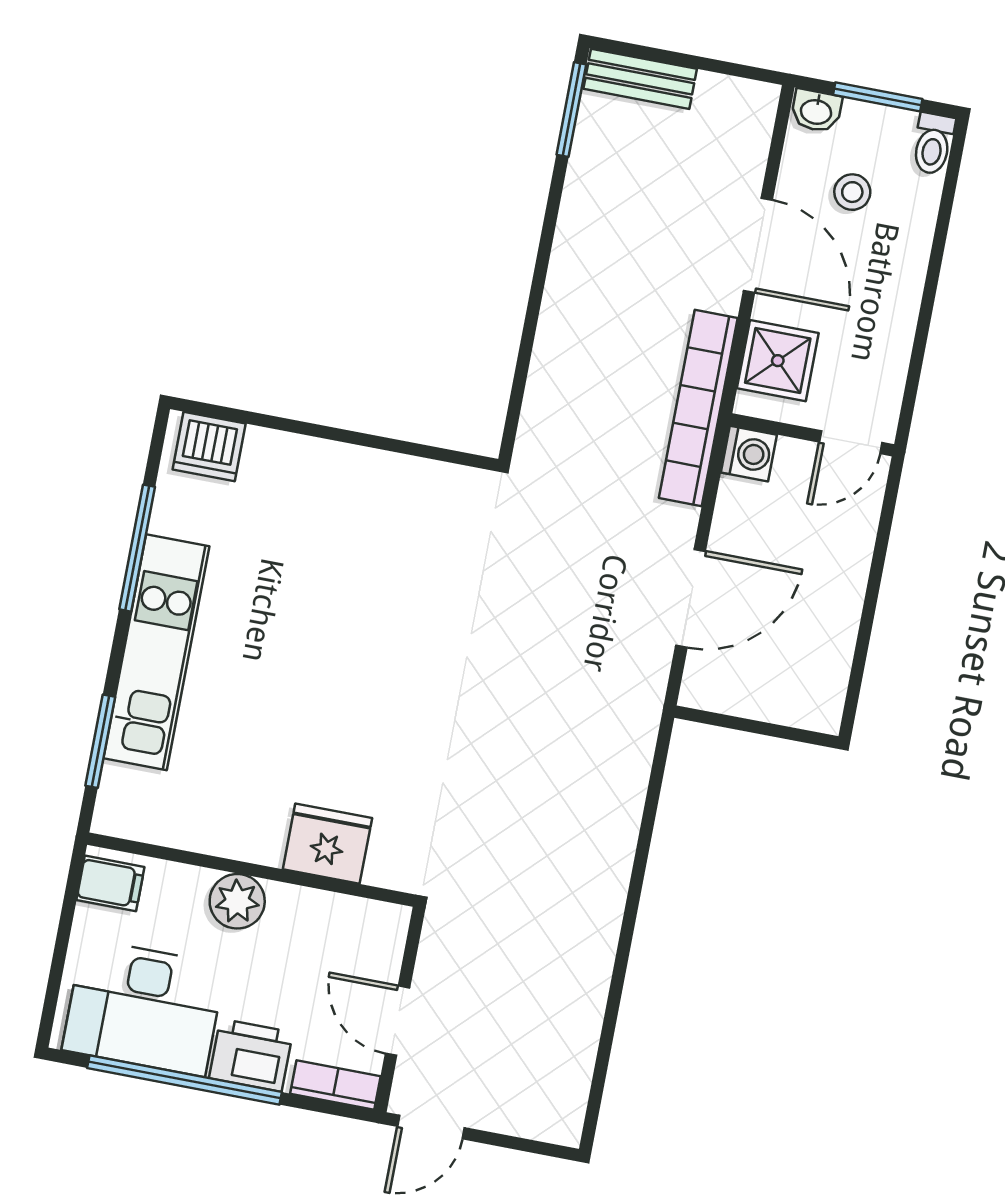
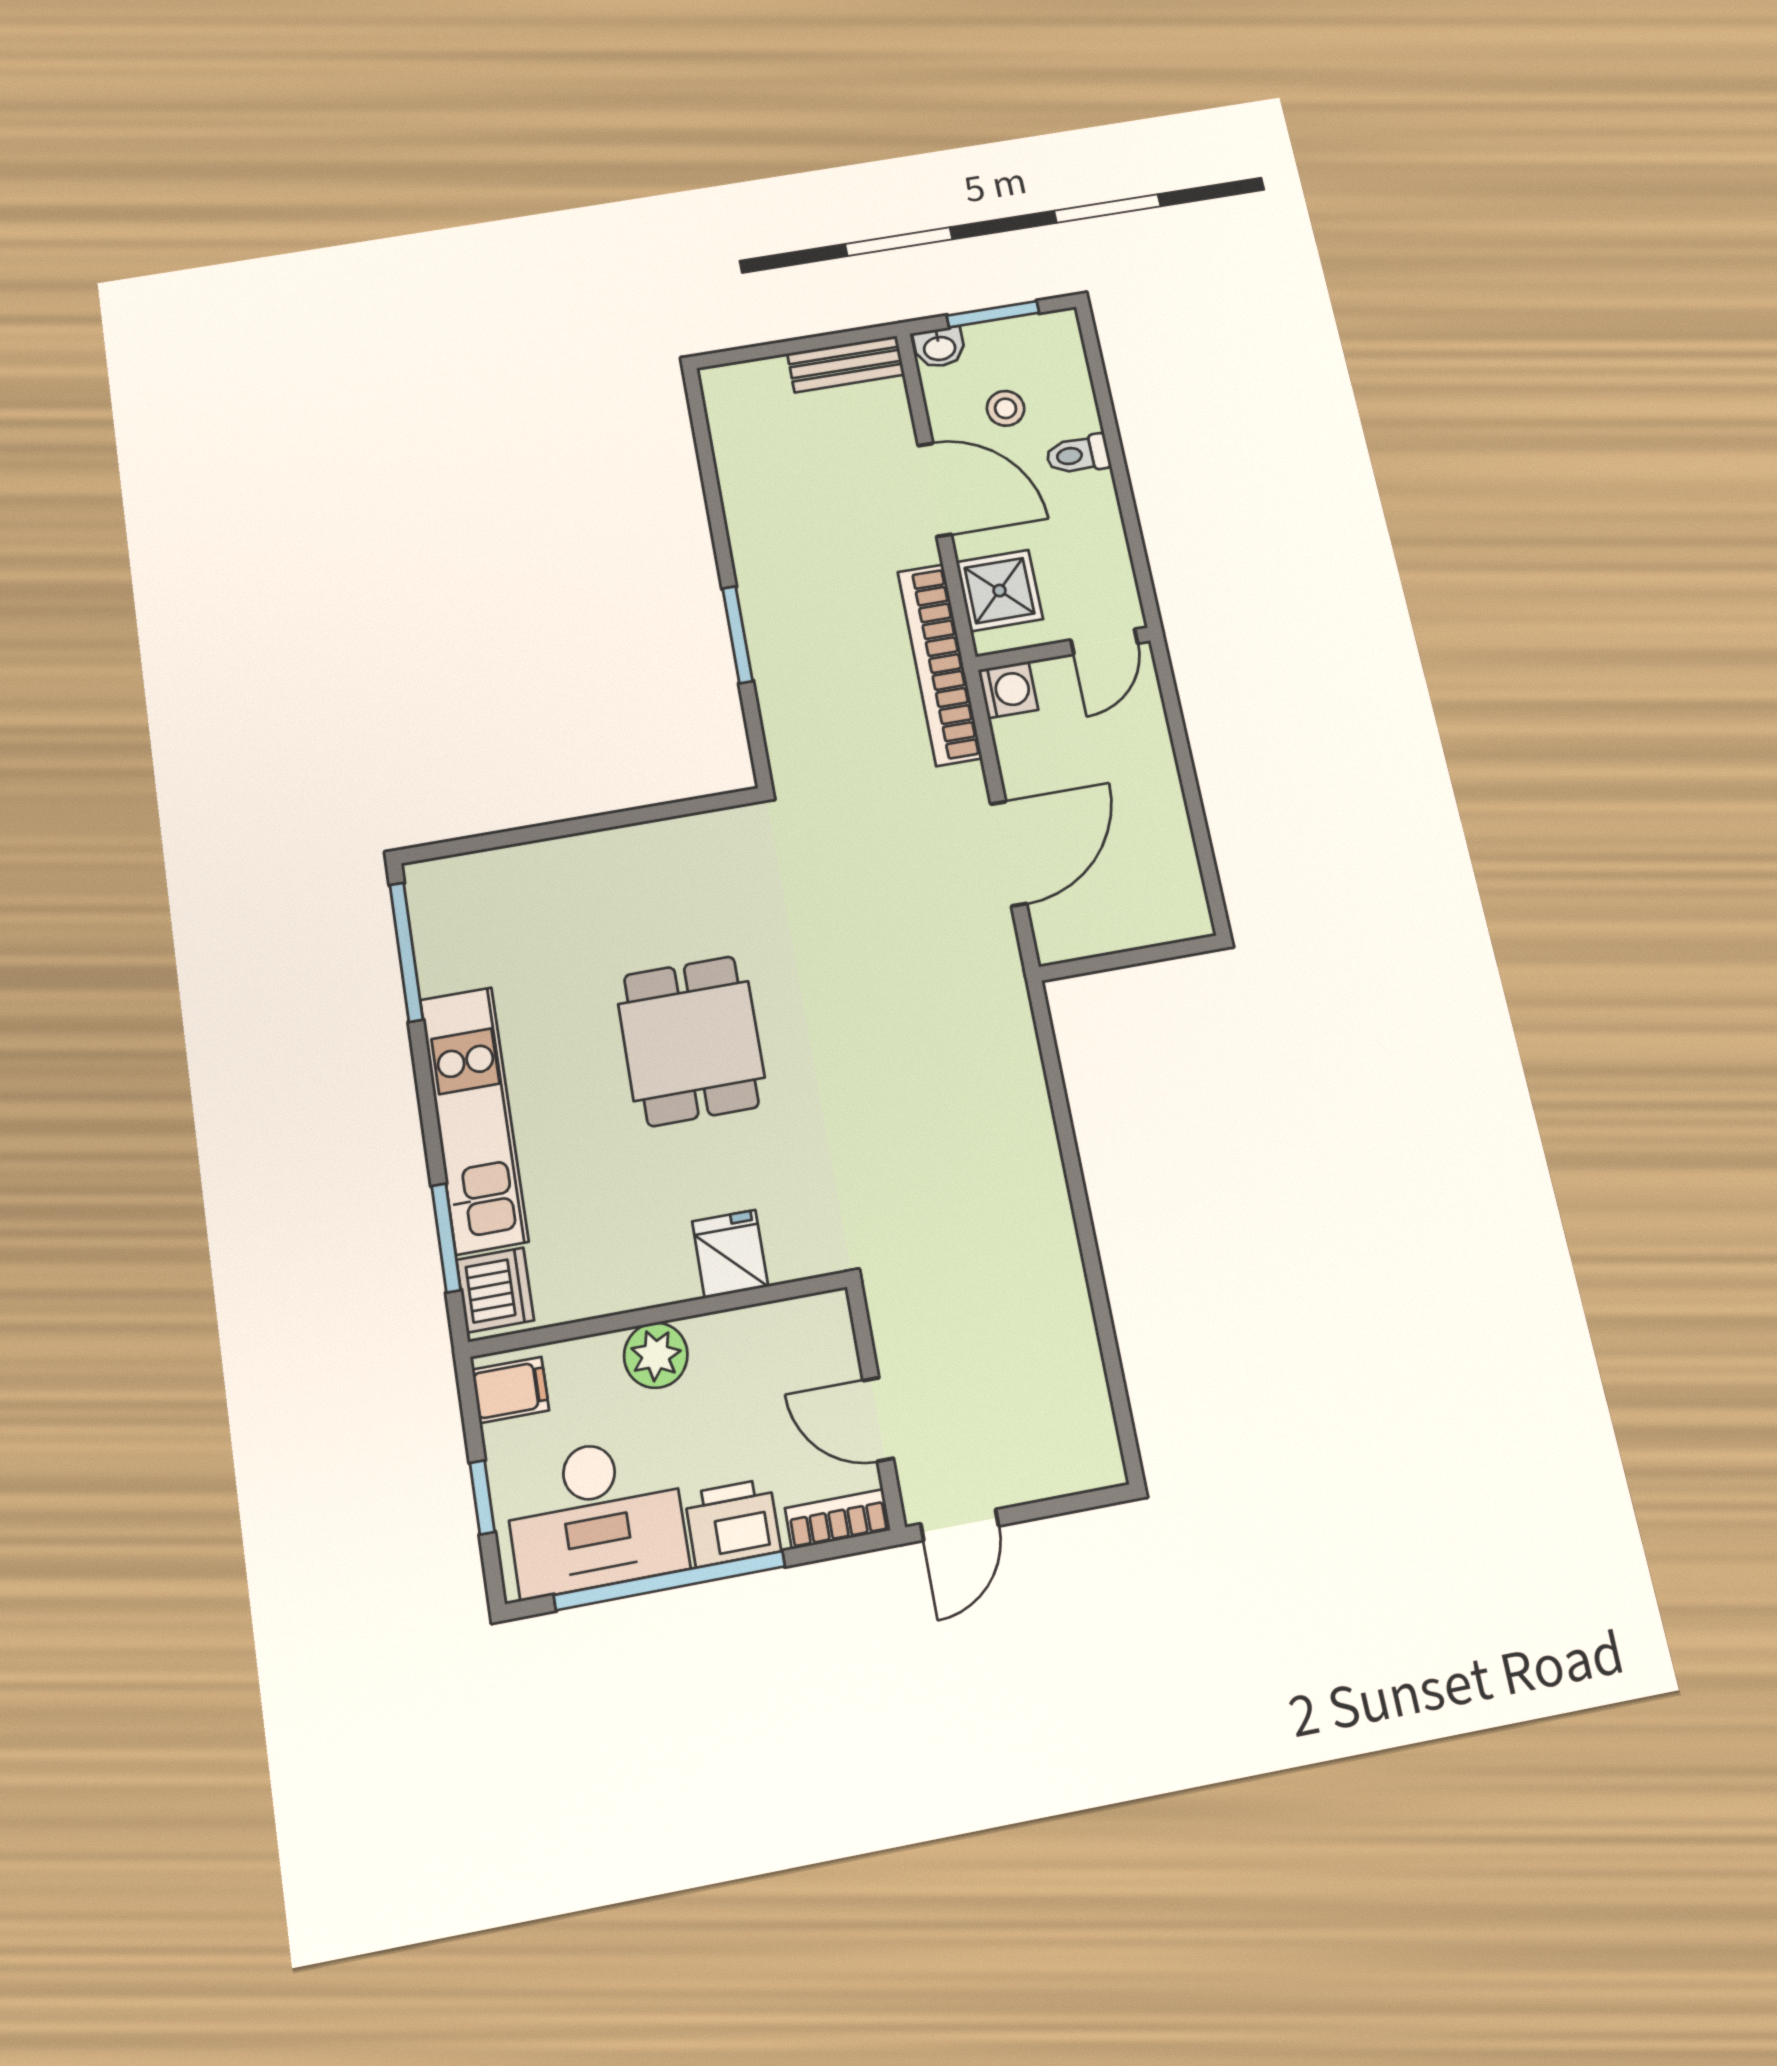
bench: (640, 79) -> (846, 364), moved
window: (571, 110) -> (738, 635), moved
toilet: (933, 144) -> (1078, 455), moved, turned 90
dishwasher: (209, 447) -> (495, 1290), moved, turned -90
window: (137, 548) -> (406, 952), moved
dining table: (360, 656) -> (691, 1041), added
fridge: (327, 844) -> (730, 1254), width x0.72
window: (59, 959) -> (482, 1497), added

